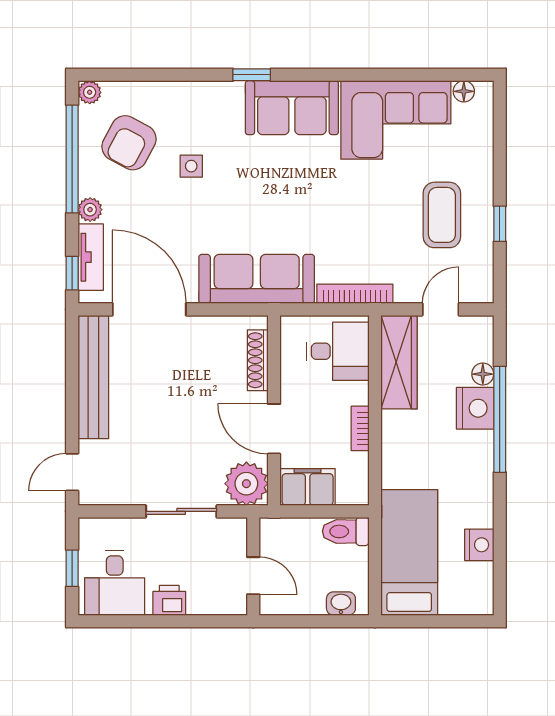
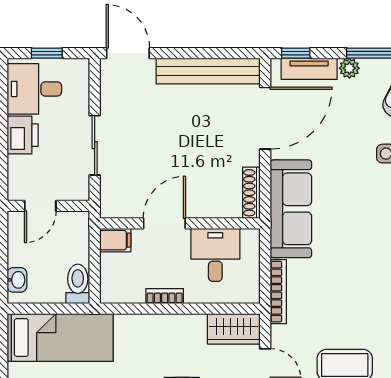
desk: (338, 351) -> (215, 255), moved, turned 180
shoe rack: (258, 360) -> (251, 193), moved, turned -90
wardrobe: (399, 362) -> (234, 329), width x0.67
door: (72, 472) -> (128, 53), width x1.38
plant: (246, 484) -> (118, 200), removed
filing cabinet: (308, 487) -> (115, 240), width x0.50
printer: (169, 600) -> (23, 135), width x1.36, depth x1.24

